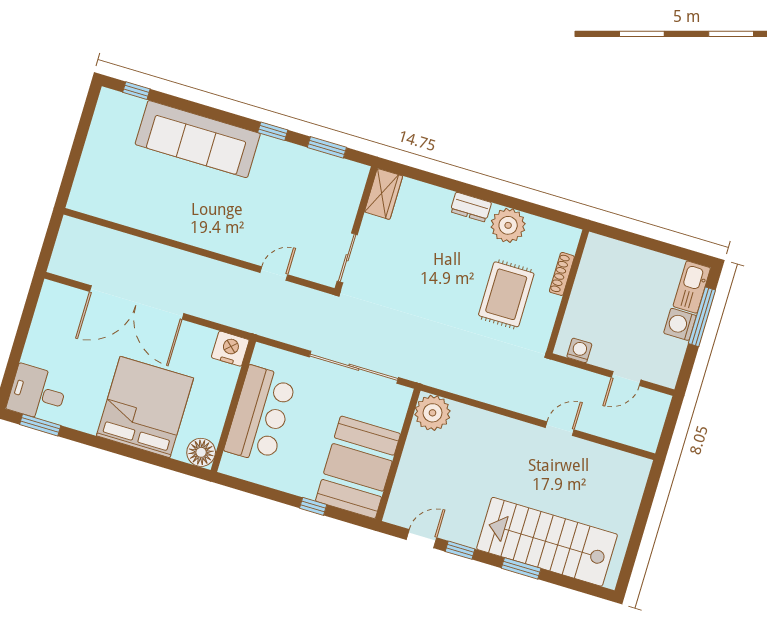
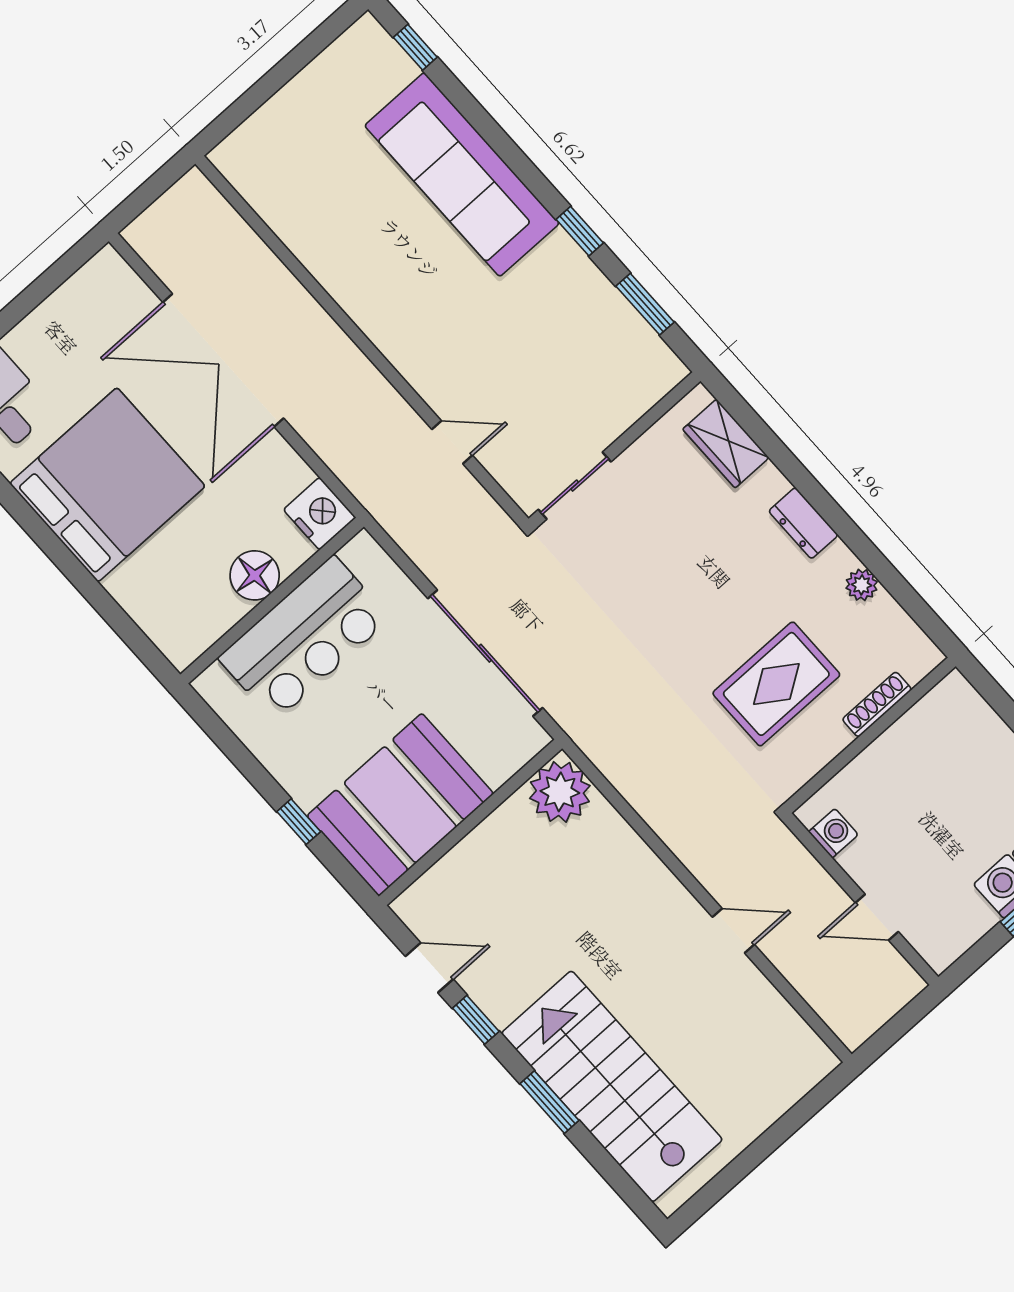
wardrobe: (384, 194) -> (726, 443), moved, turned 90
plant: (508, 225) -> (862, 585), width x0.53, depth x0.53
bed: (145, 407) -> (107, 485), moved
floor lamp: (201, 452) -> (255, 575), moved

